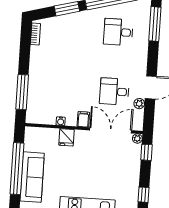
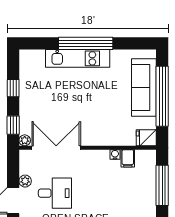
filing cabinet: (83, 119) -> (128, 158), moved
double door: (111, 130) -> (56, 148), swing flipped
fridge: (66, 137) -> (146, 138), moved, turned -90
window: (144, 195) -> (13, 88), moved

